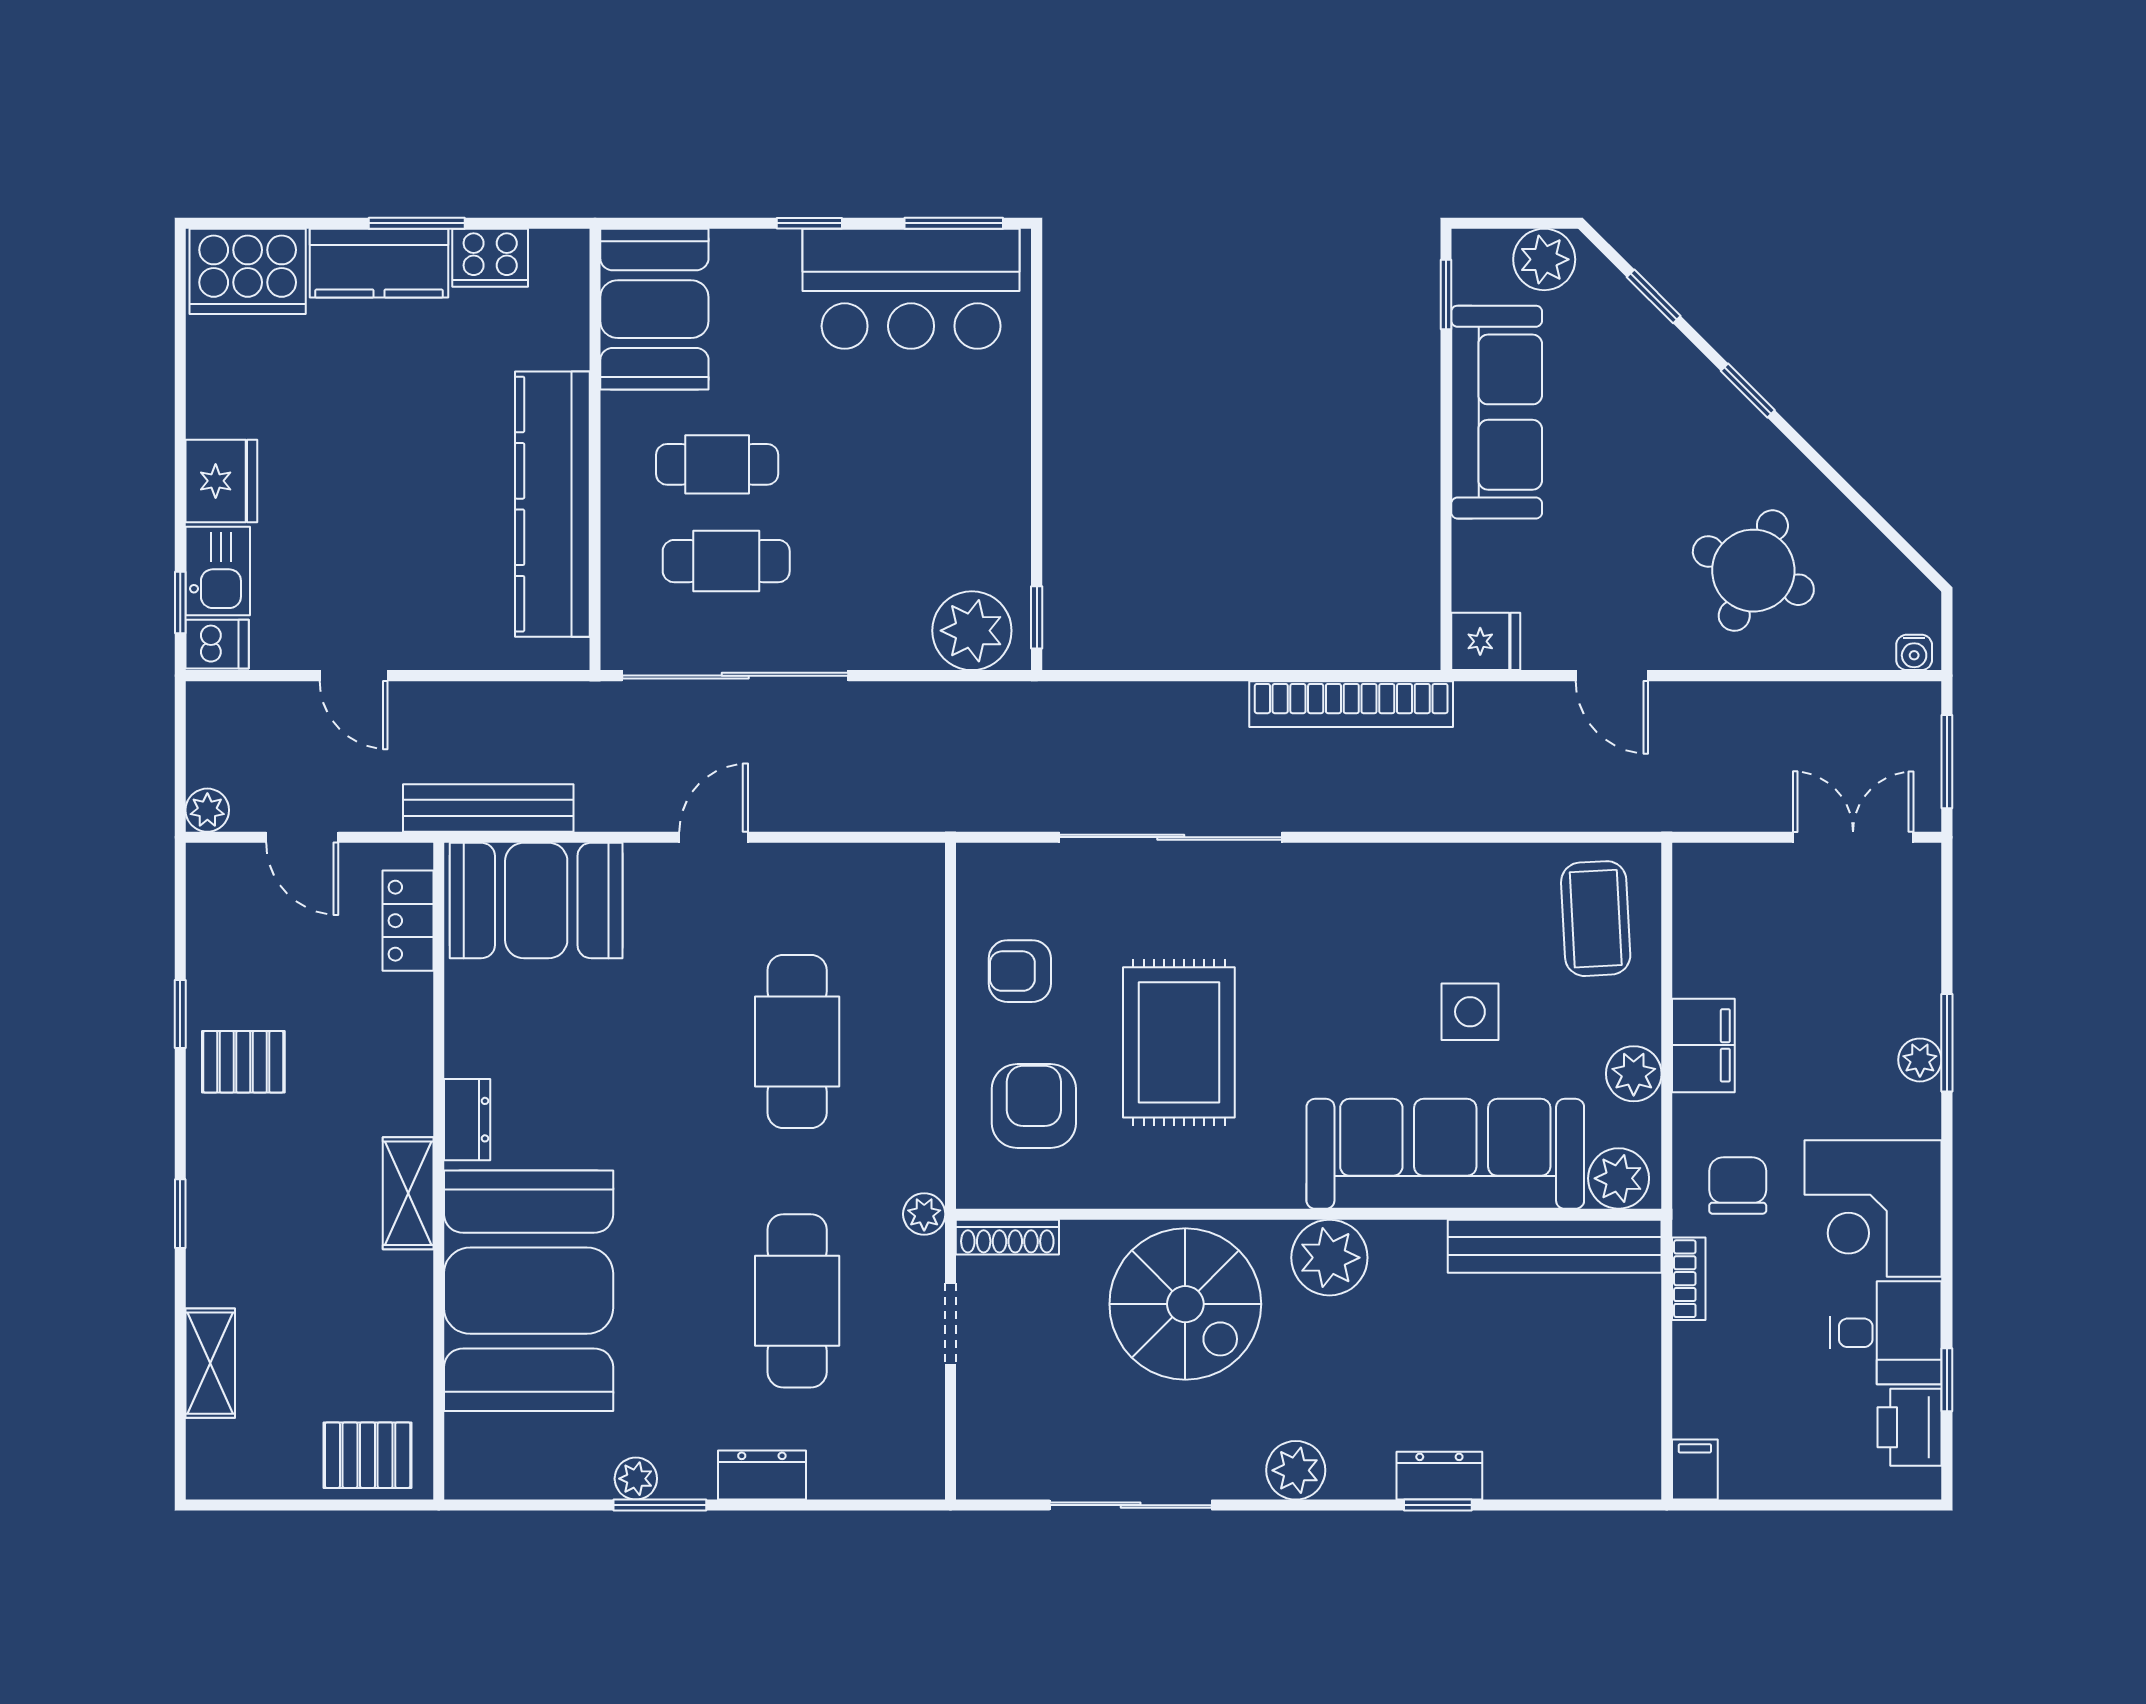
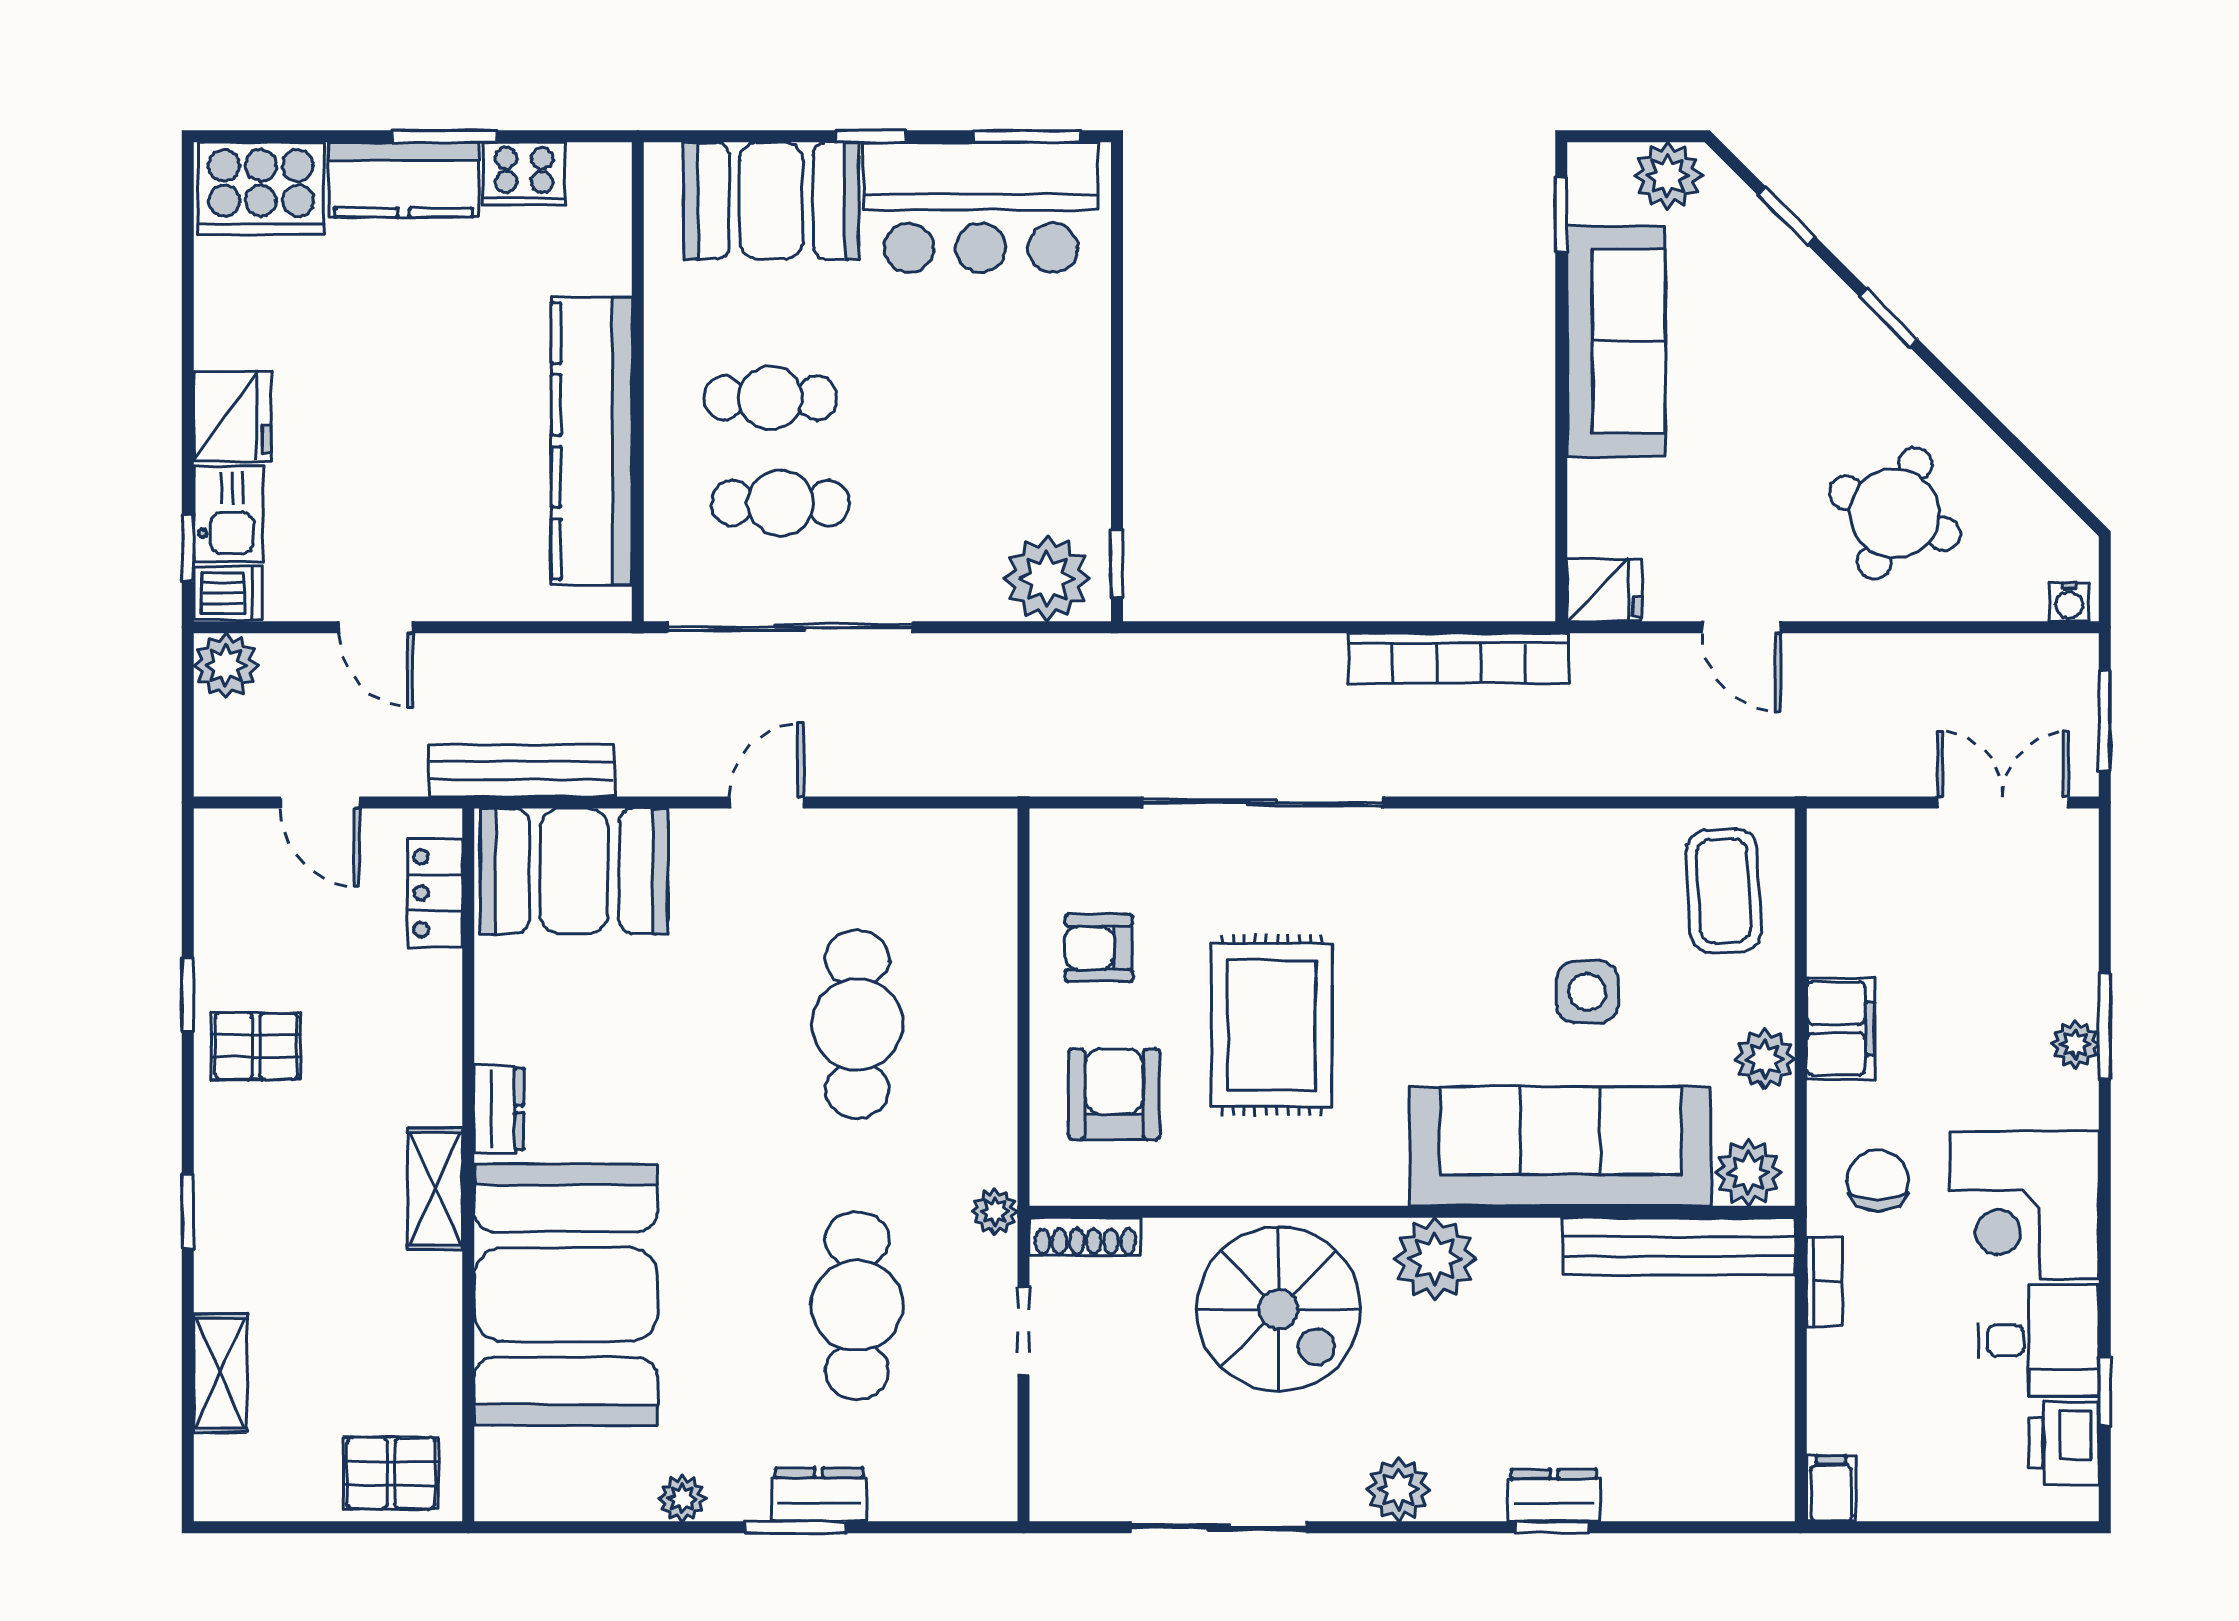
booth: (654, 309) -> (771, 201), moved, turned 90
plant: (207, 810) -> (226, 665), moved, width x1.38, depth x1.38
window: (660, 1505) -> (795, 1527), moved

